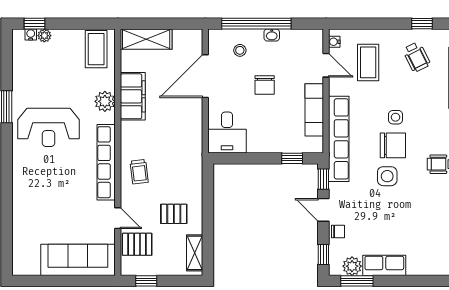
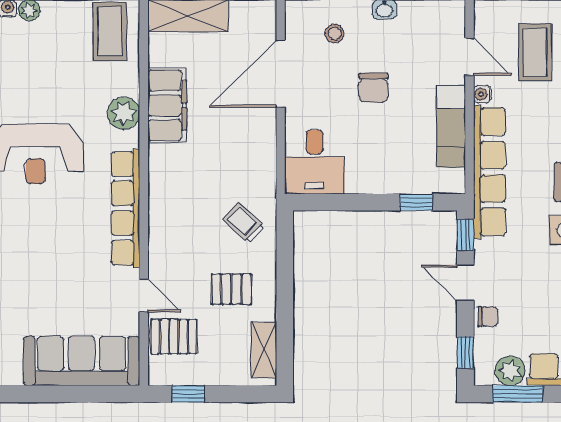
water cooler: (334, 42) -> (482, 94), moved
trolley: (139, 172) -> (244, 223), moved, turned 140

